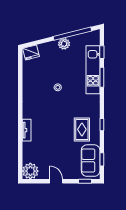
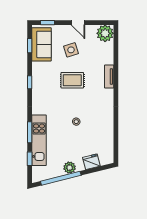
fridge: (31, 52) -> (91, 162), moved
rug: (82, 129) -> (72, 80), moved, turned 90
side table: (63, 155) -> (71, 50), added

